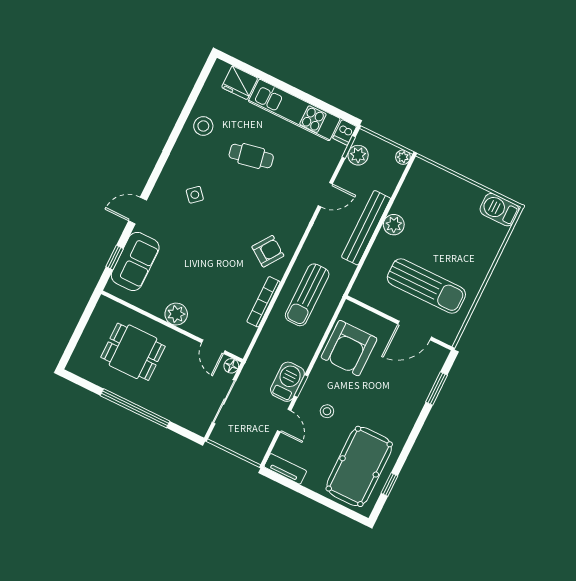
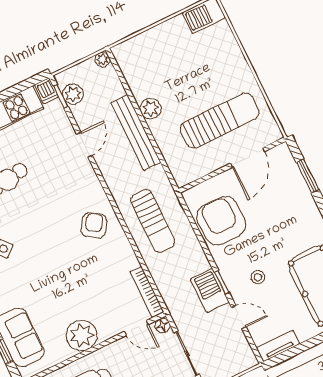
bookcase: (264, 302) -> (147, 292), moved
plant: (176, 314) -> (82, 335), width x1.36, depth x1.36
armchair: (349, 348) -> (221, 221), turned 180

